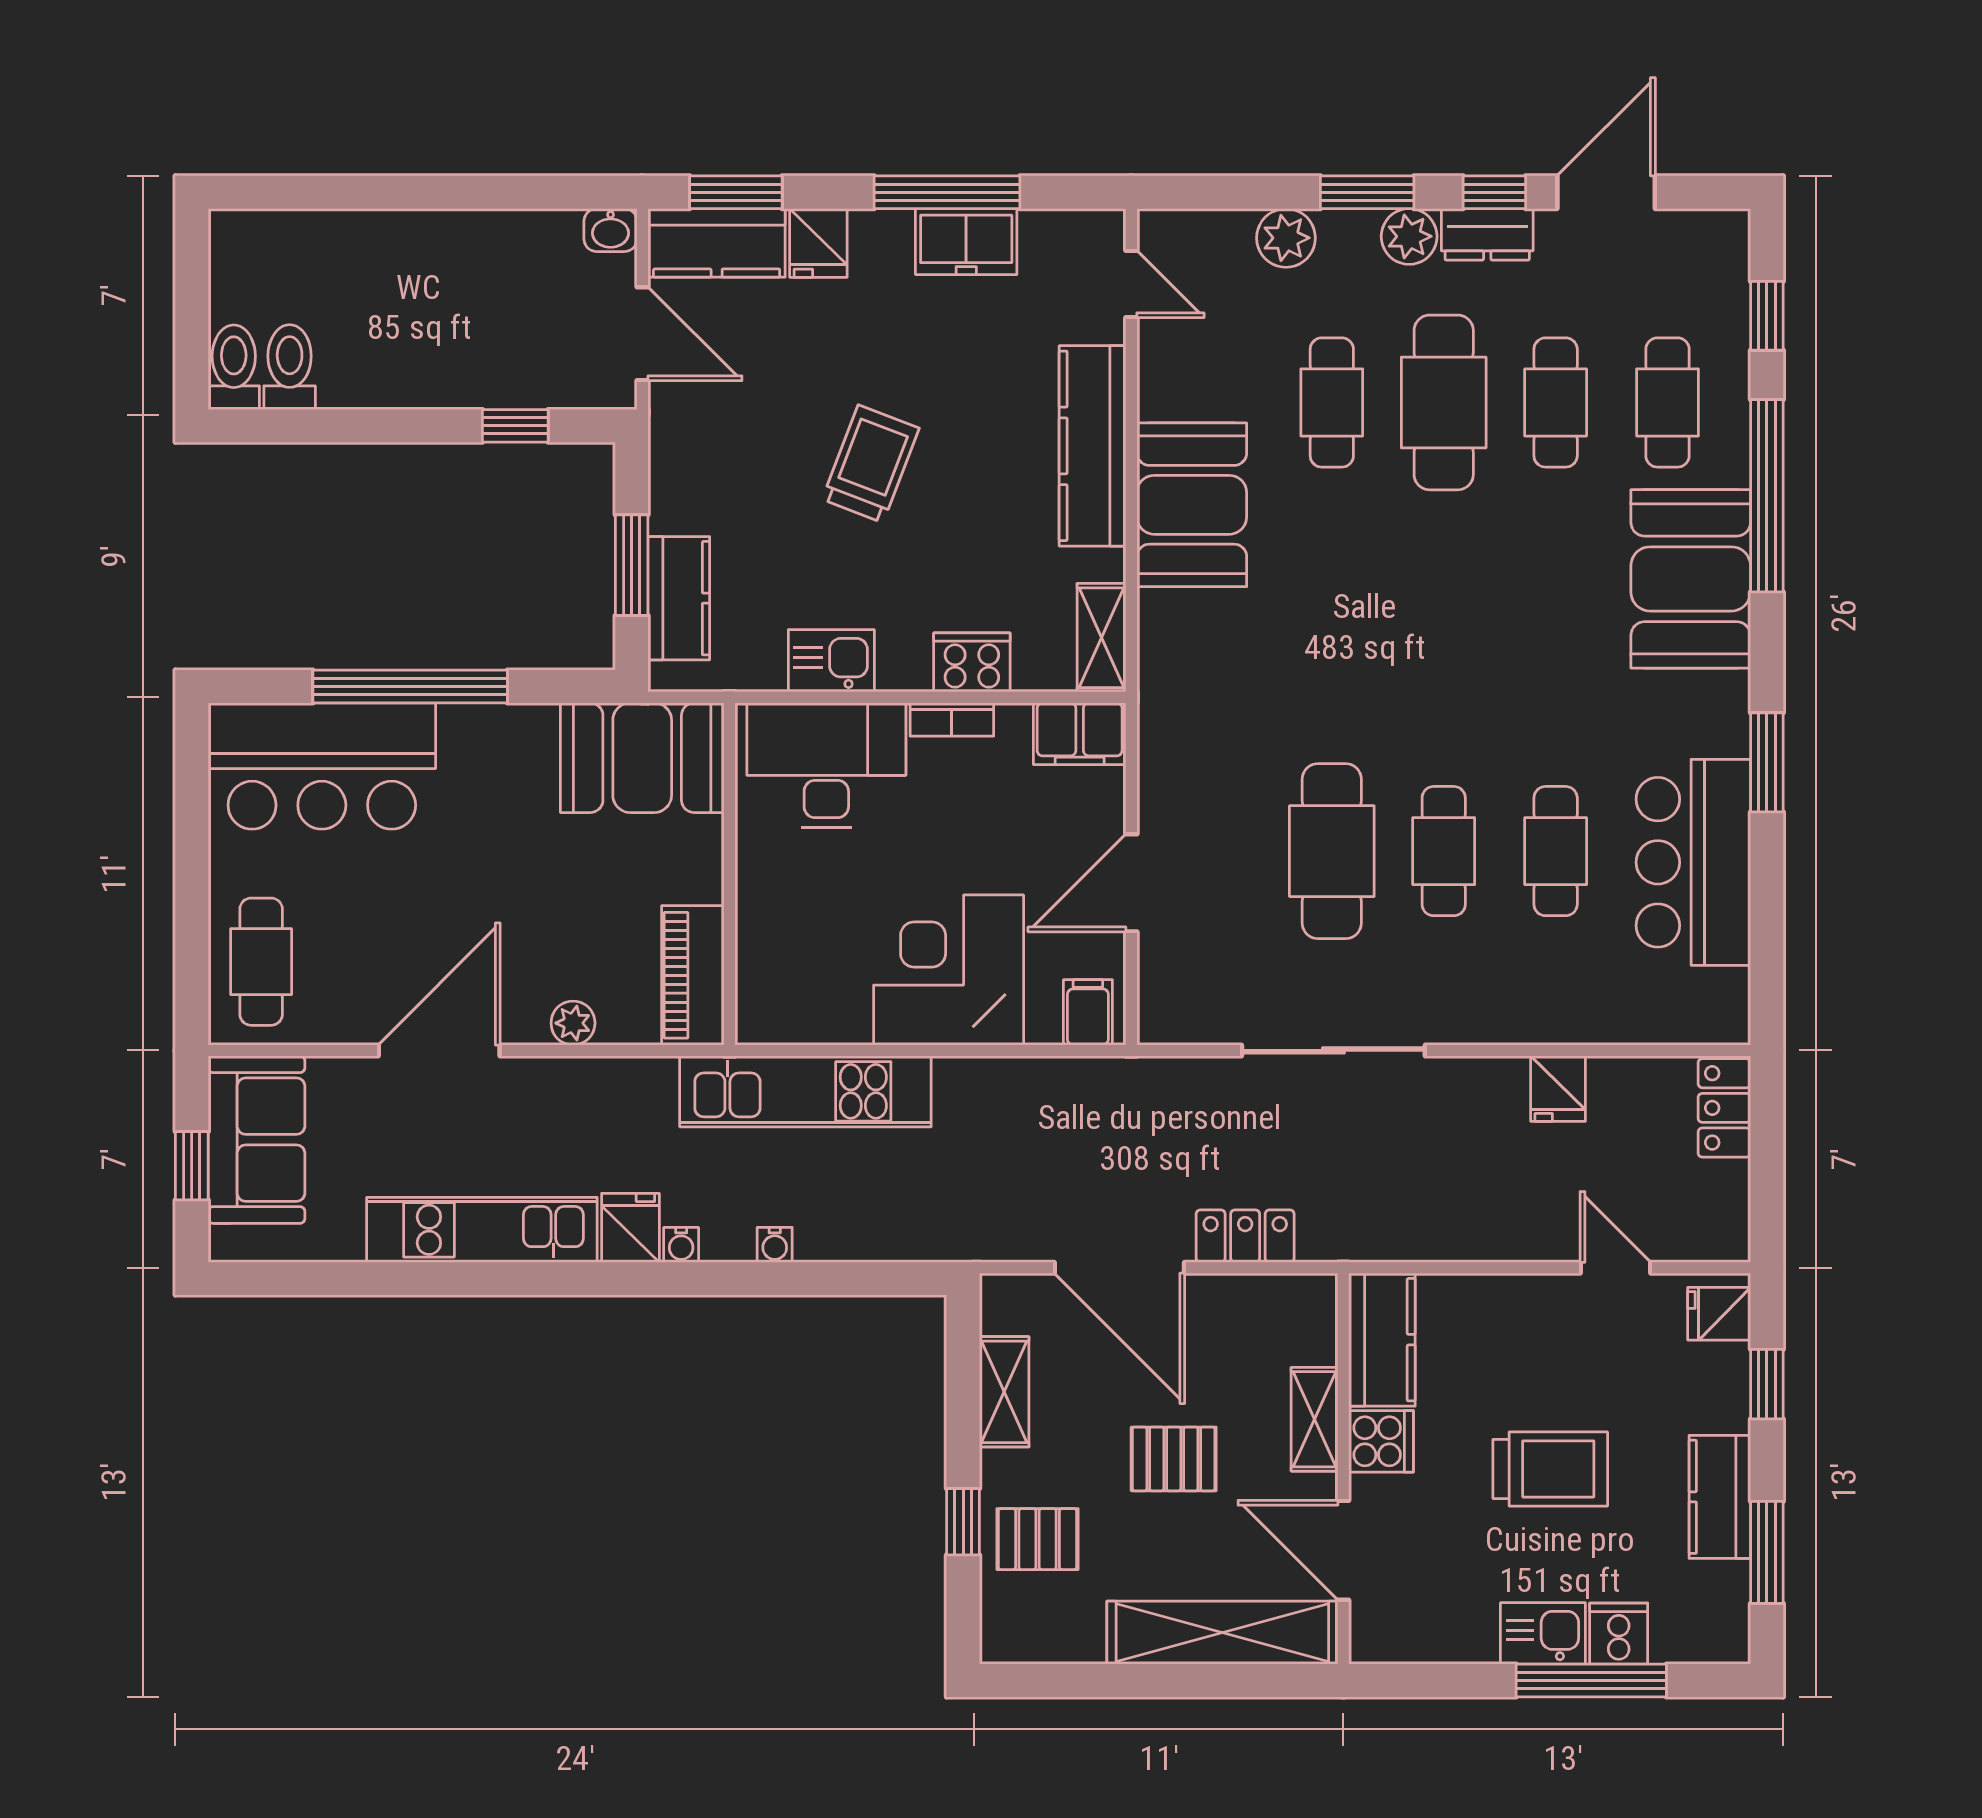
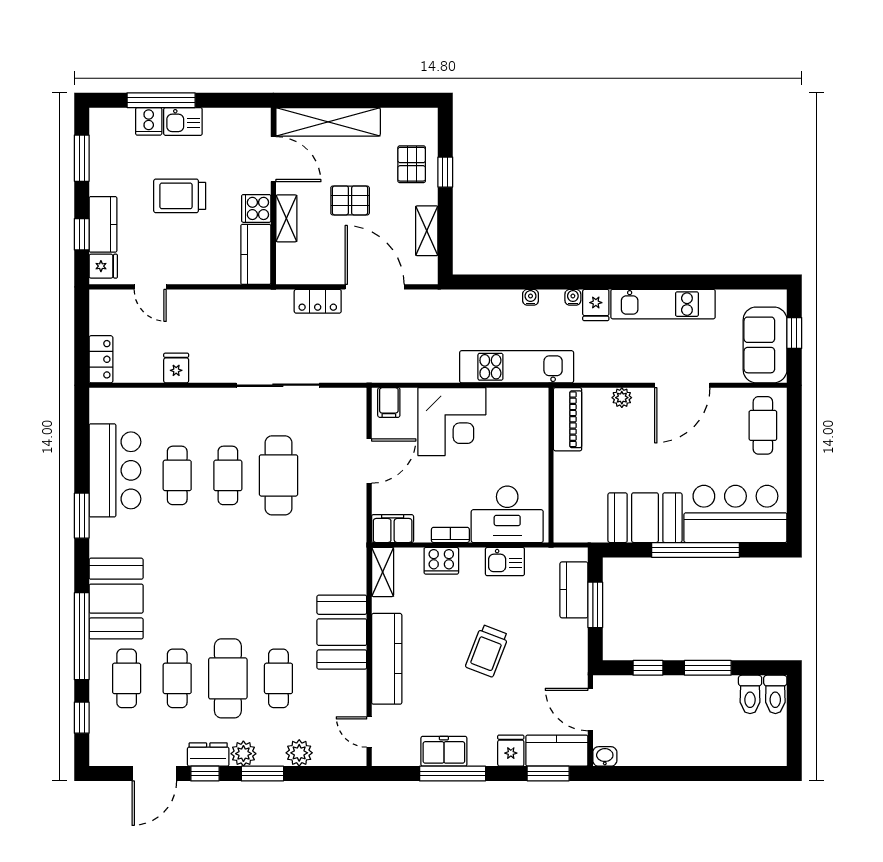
window: (383, 426) -> (708, 668), added
booth: (642, 758) -> (645, 518), moved
kitchen counter: (1720, 1497) -> (103, 224), moved
pallet: (1038, 1539) -> (412, 164), turned 90

